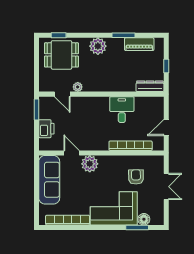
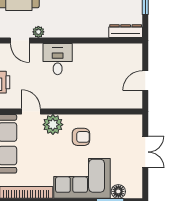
desk: (122, 110) -> (58, 59), moved
bookcase: (131, 146) -> (102, 103), removed
armchair: (136, 177) -> (81, 137), moved, turned 91

